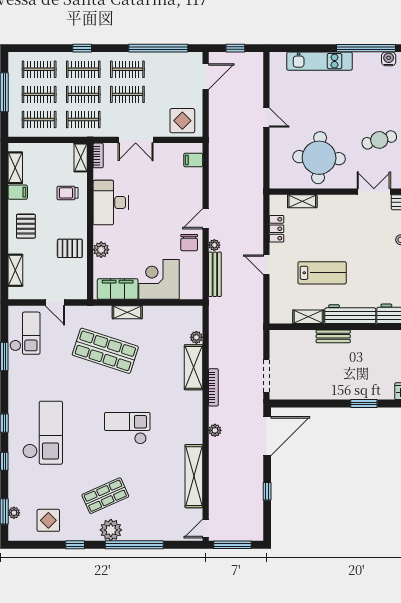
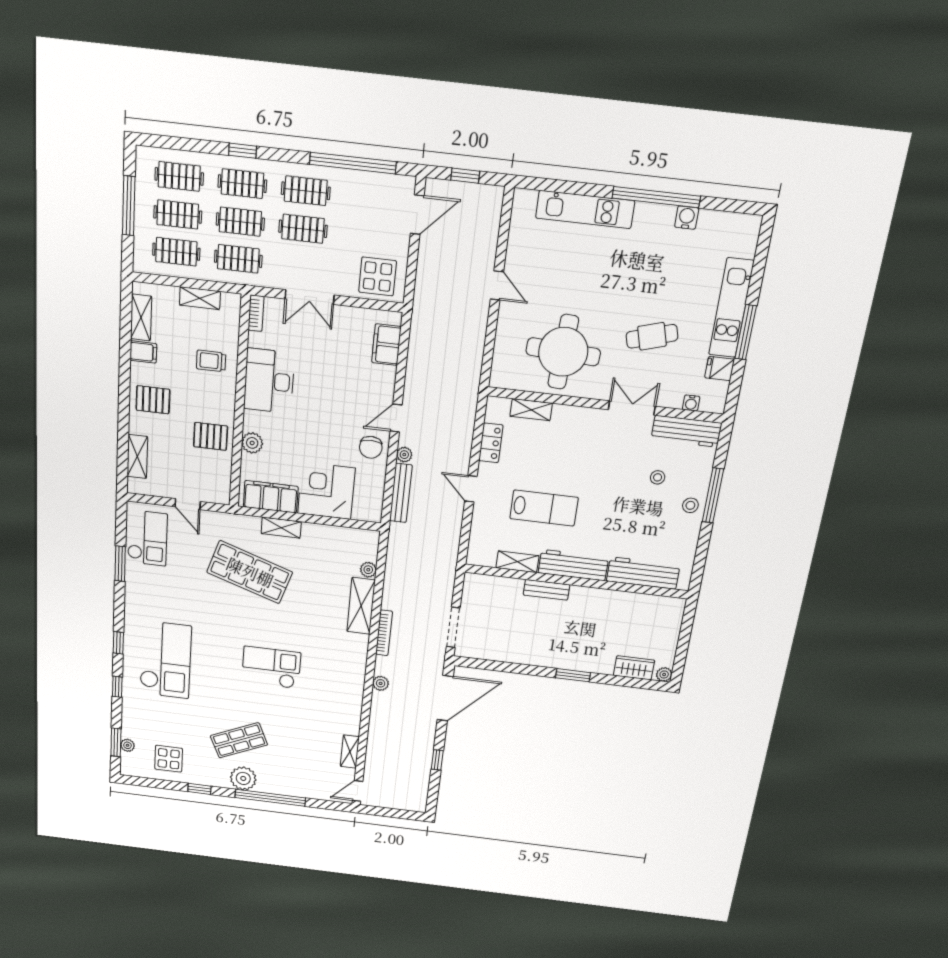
shelving: (81, 157) -> (200, 298), moved, turned 90
filing cabinet: (193, 160) -> (386, 345), width x2.00
pallet: (26, 226) -> (153, 400), turned 90
shelving: (194, 476) -> (350, 752), width x0.45, depth x0.75
window: (232, 545) -> (388, 812), removed

